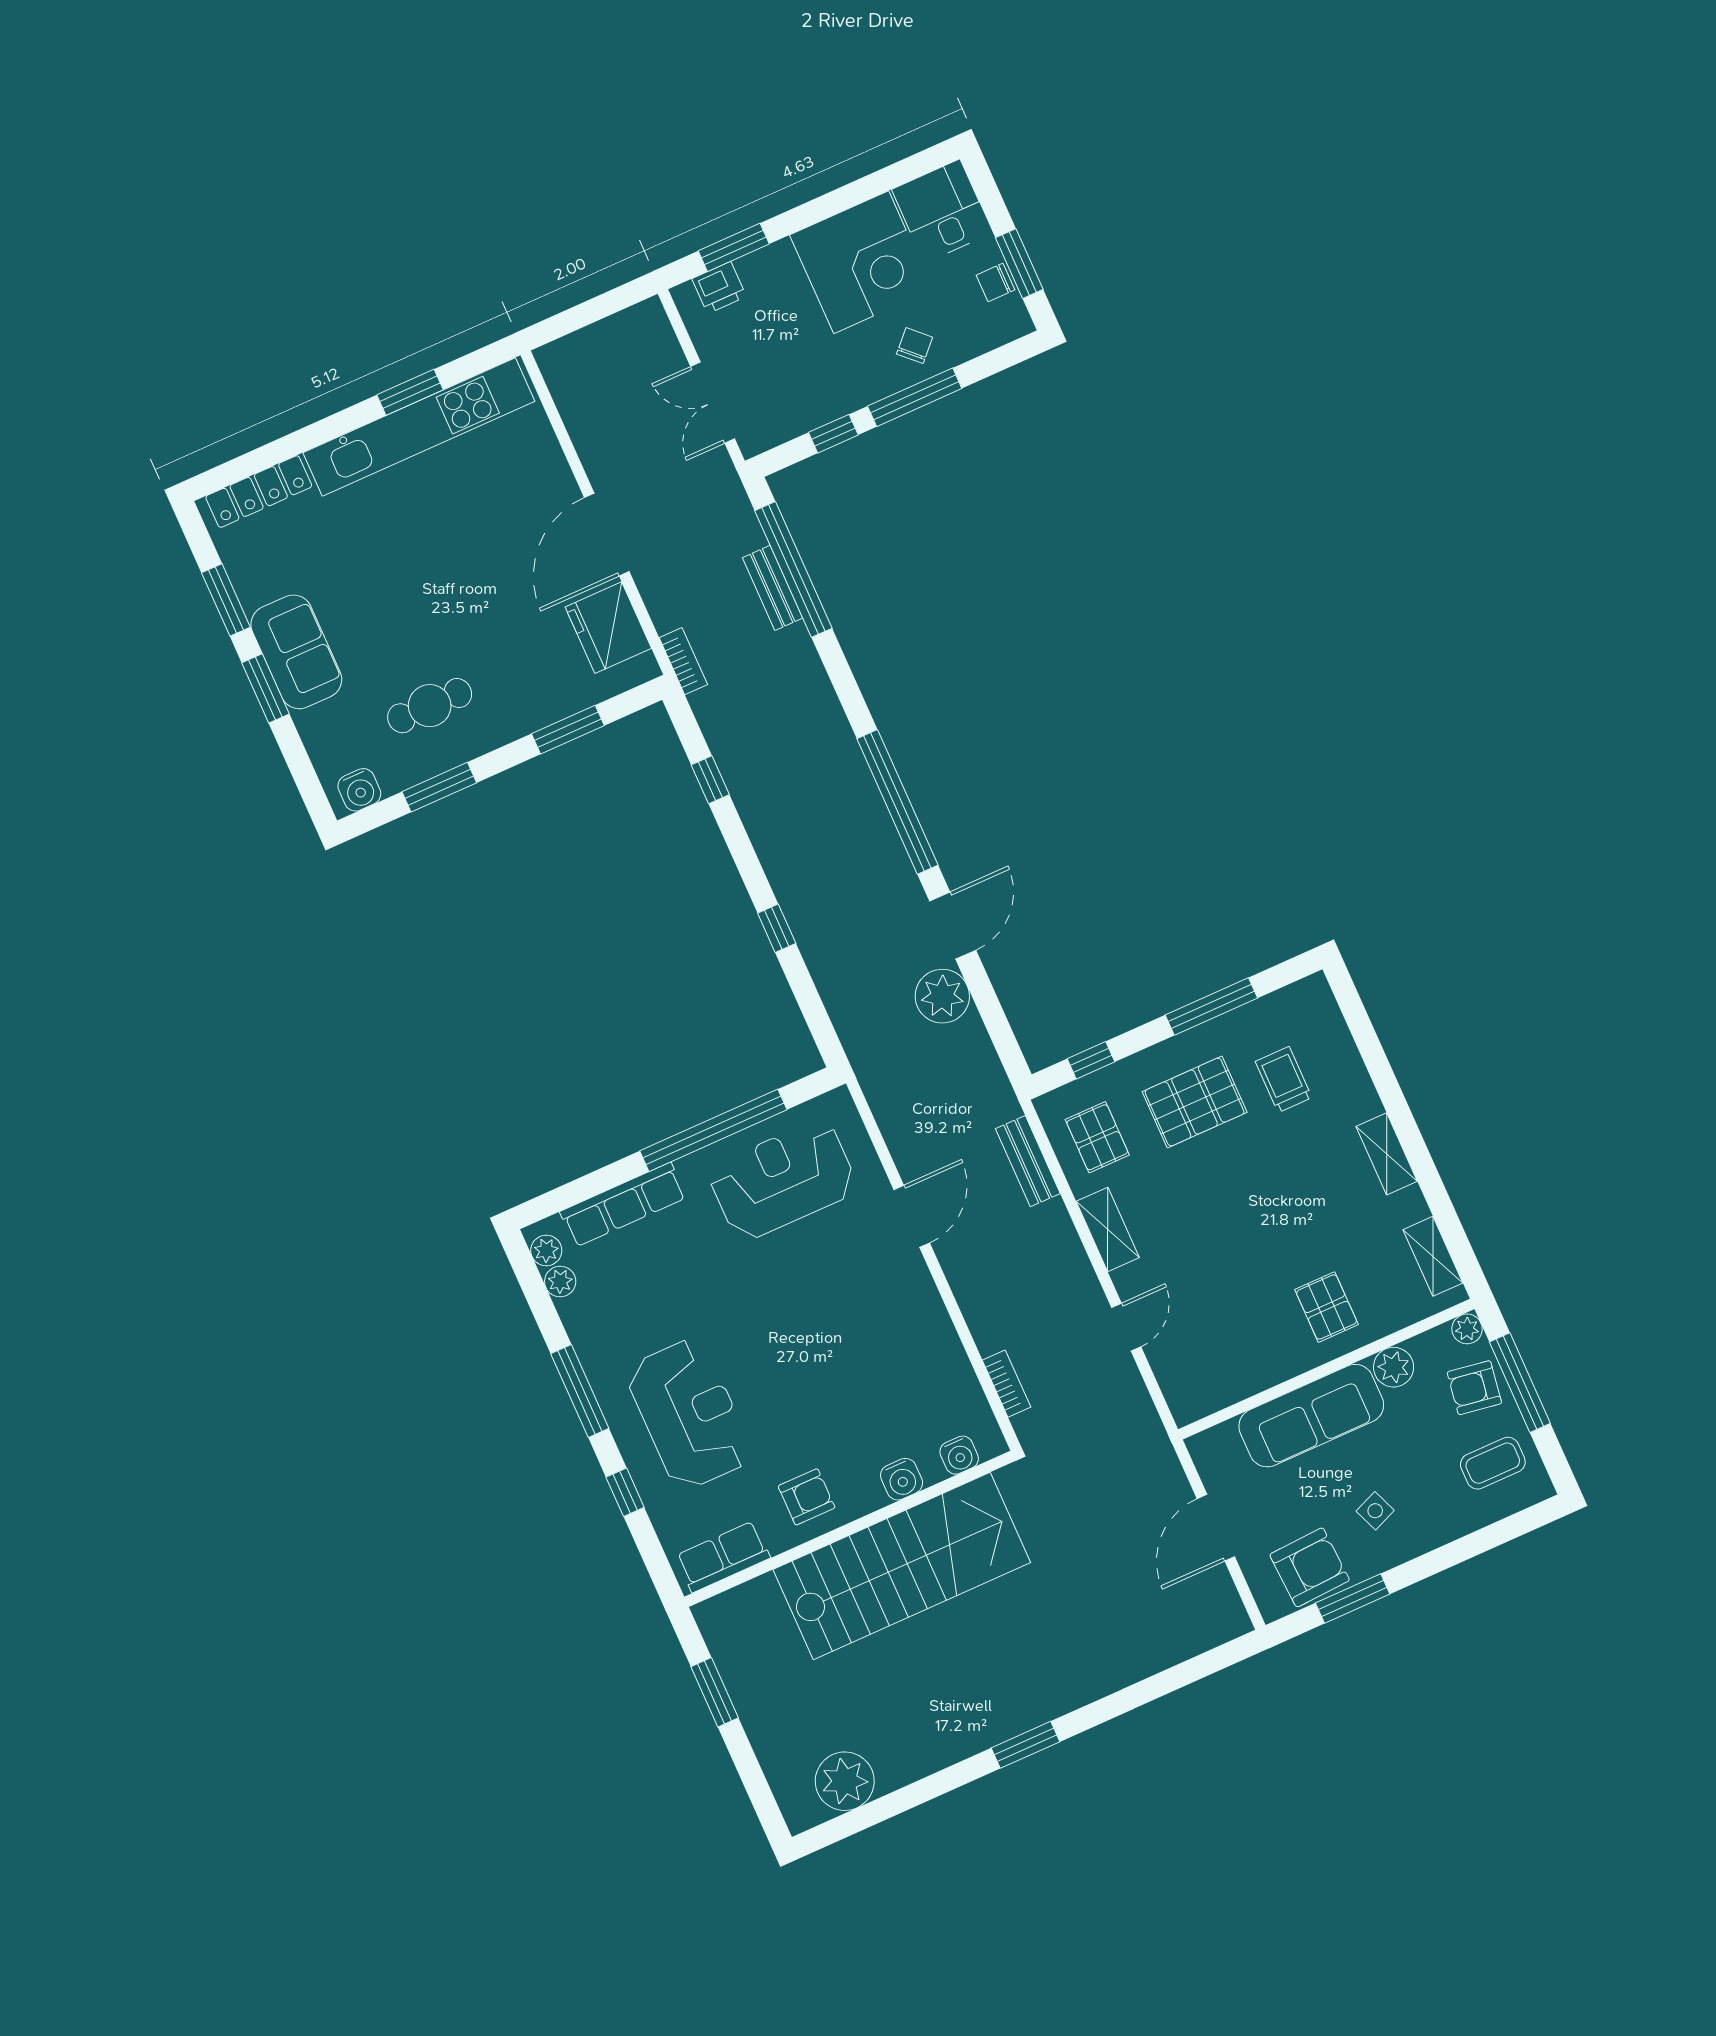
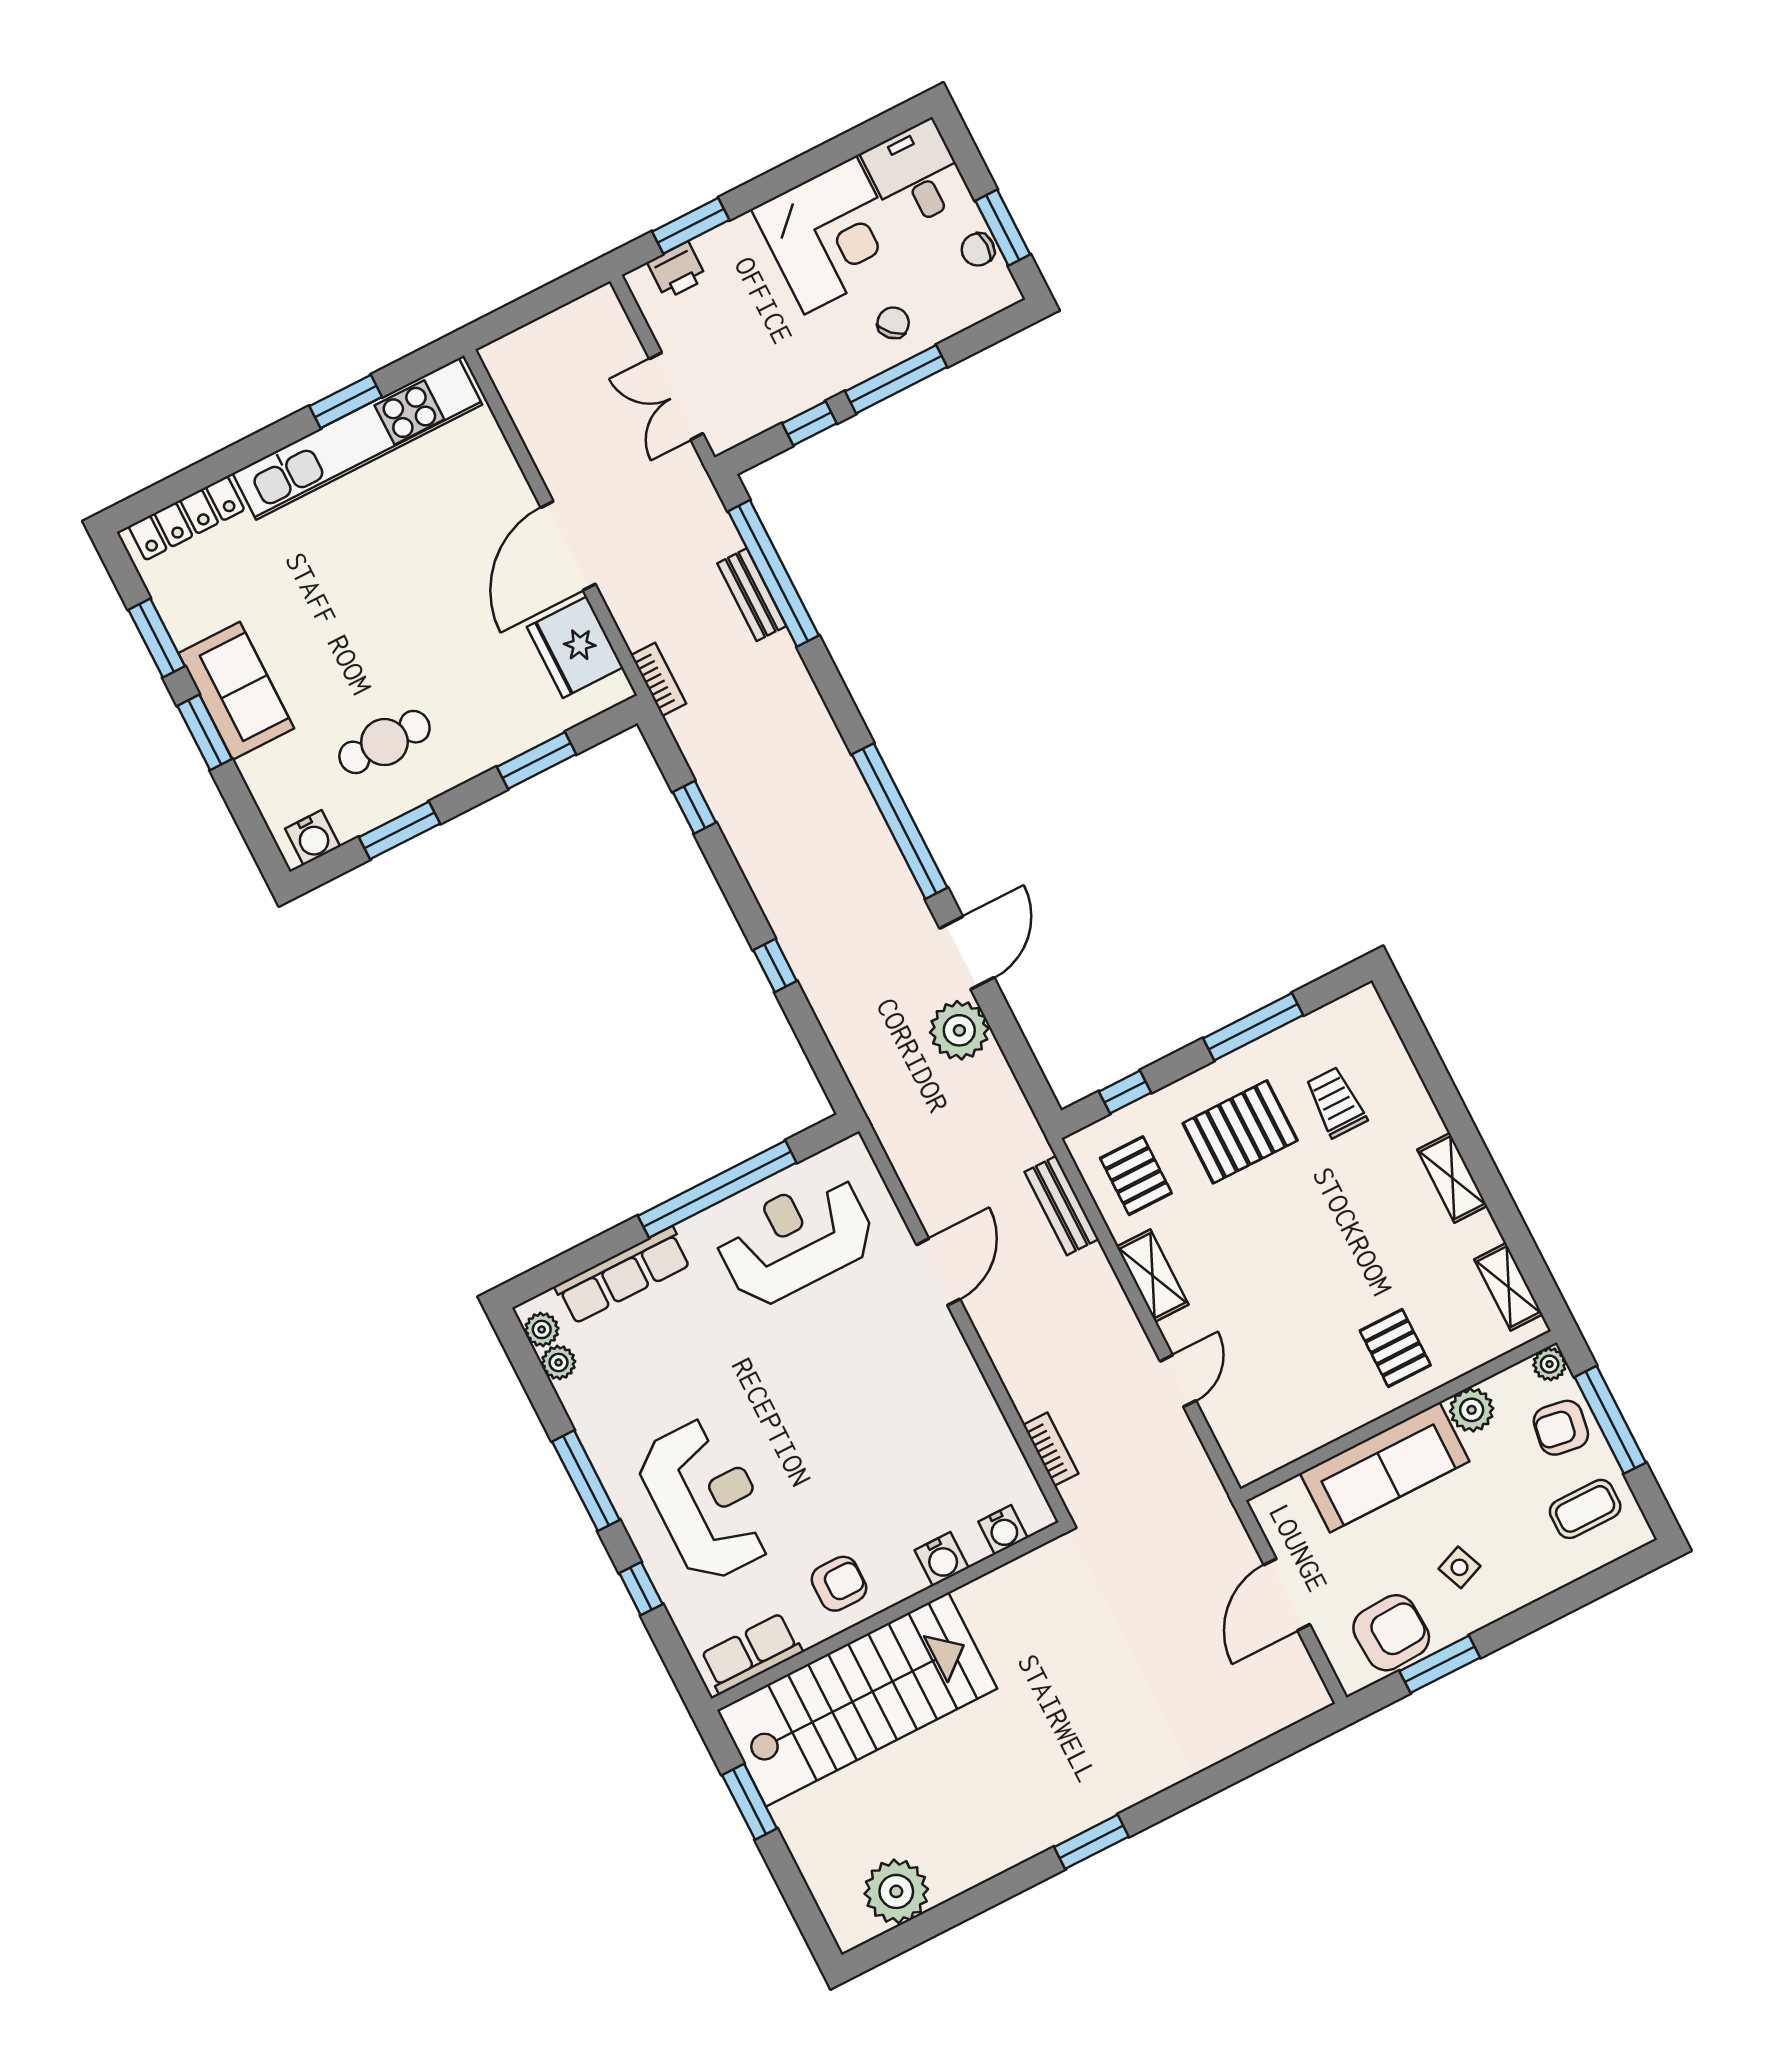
stairs: (902, 1566) -> (857, 1699), moved

